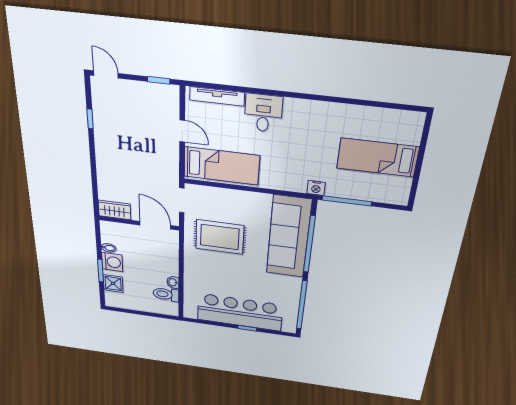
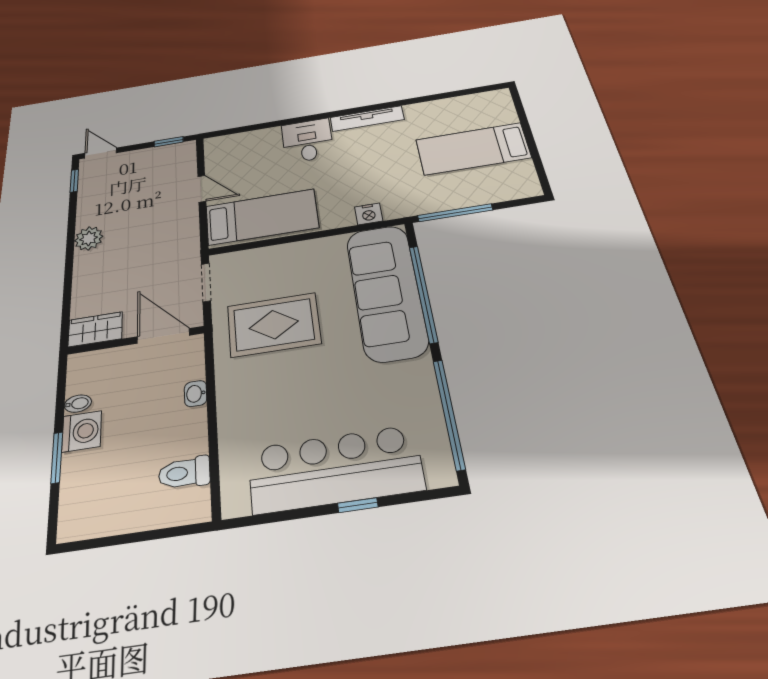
tv unit: (217, 96) -> (367, 119), moved
window: (90, 119) -> (74, 181), moved
plant: (104, 147) -> (89, 238), added
nightstand: (316, 188) -> (369, 214), moved
washbasin: (173, 282) -> (196, 394), moved
shower: (113, 283) -> (79, 480), removed

